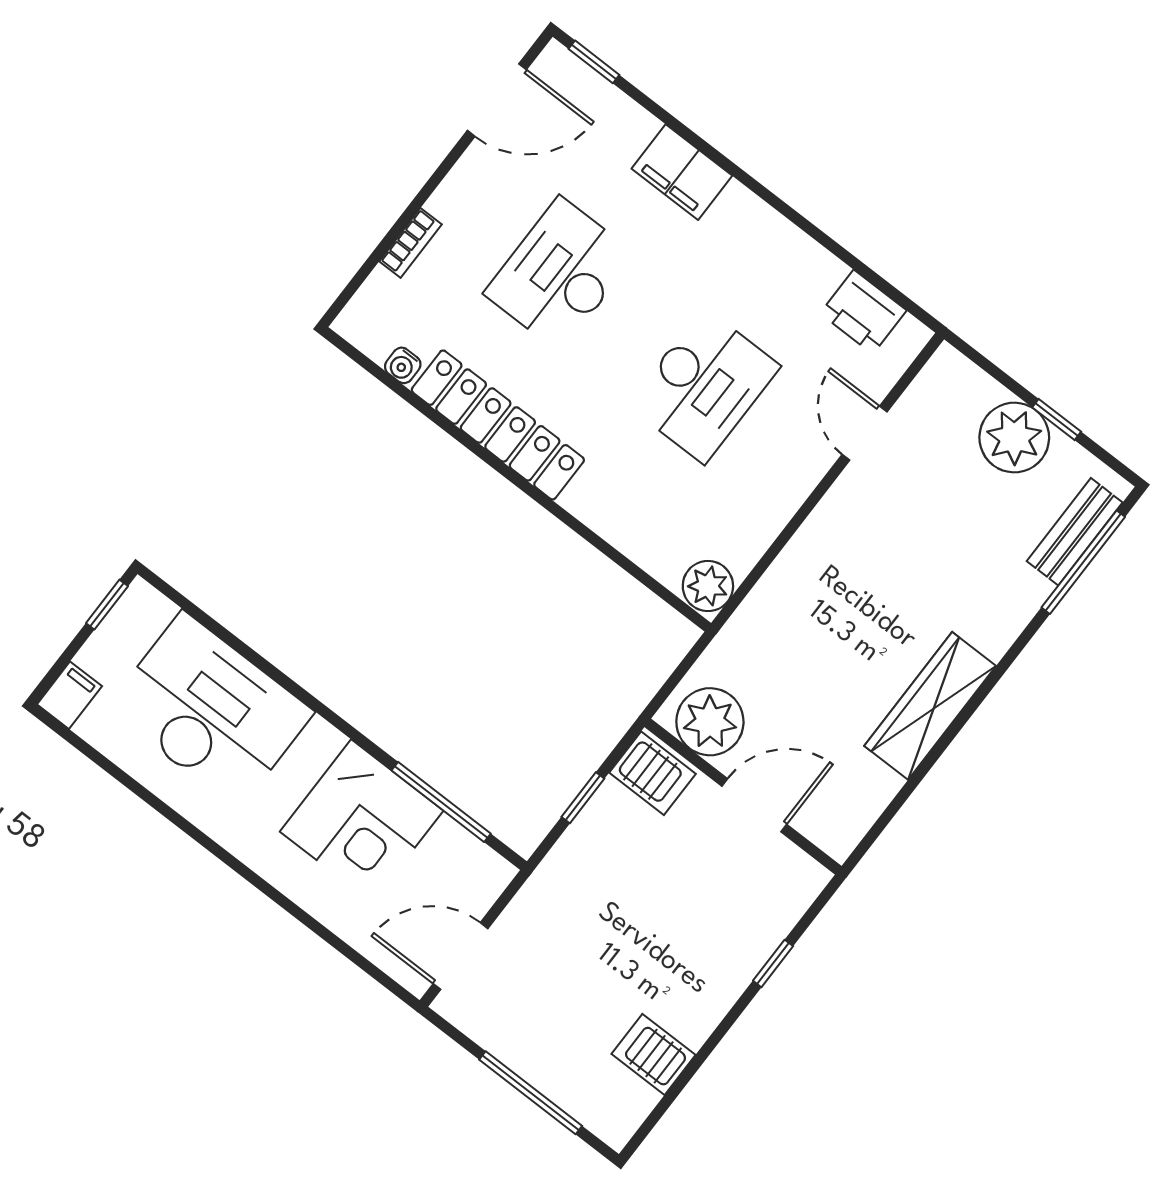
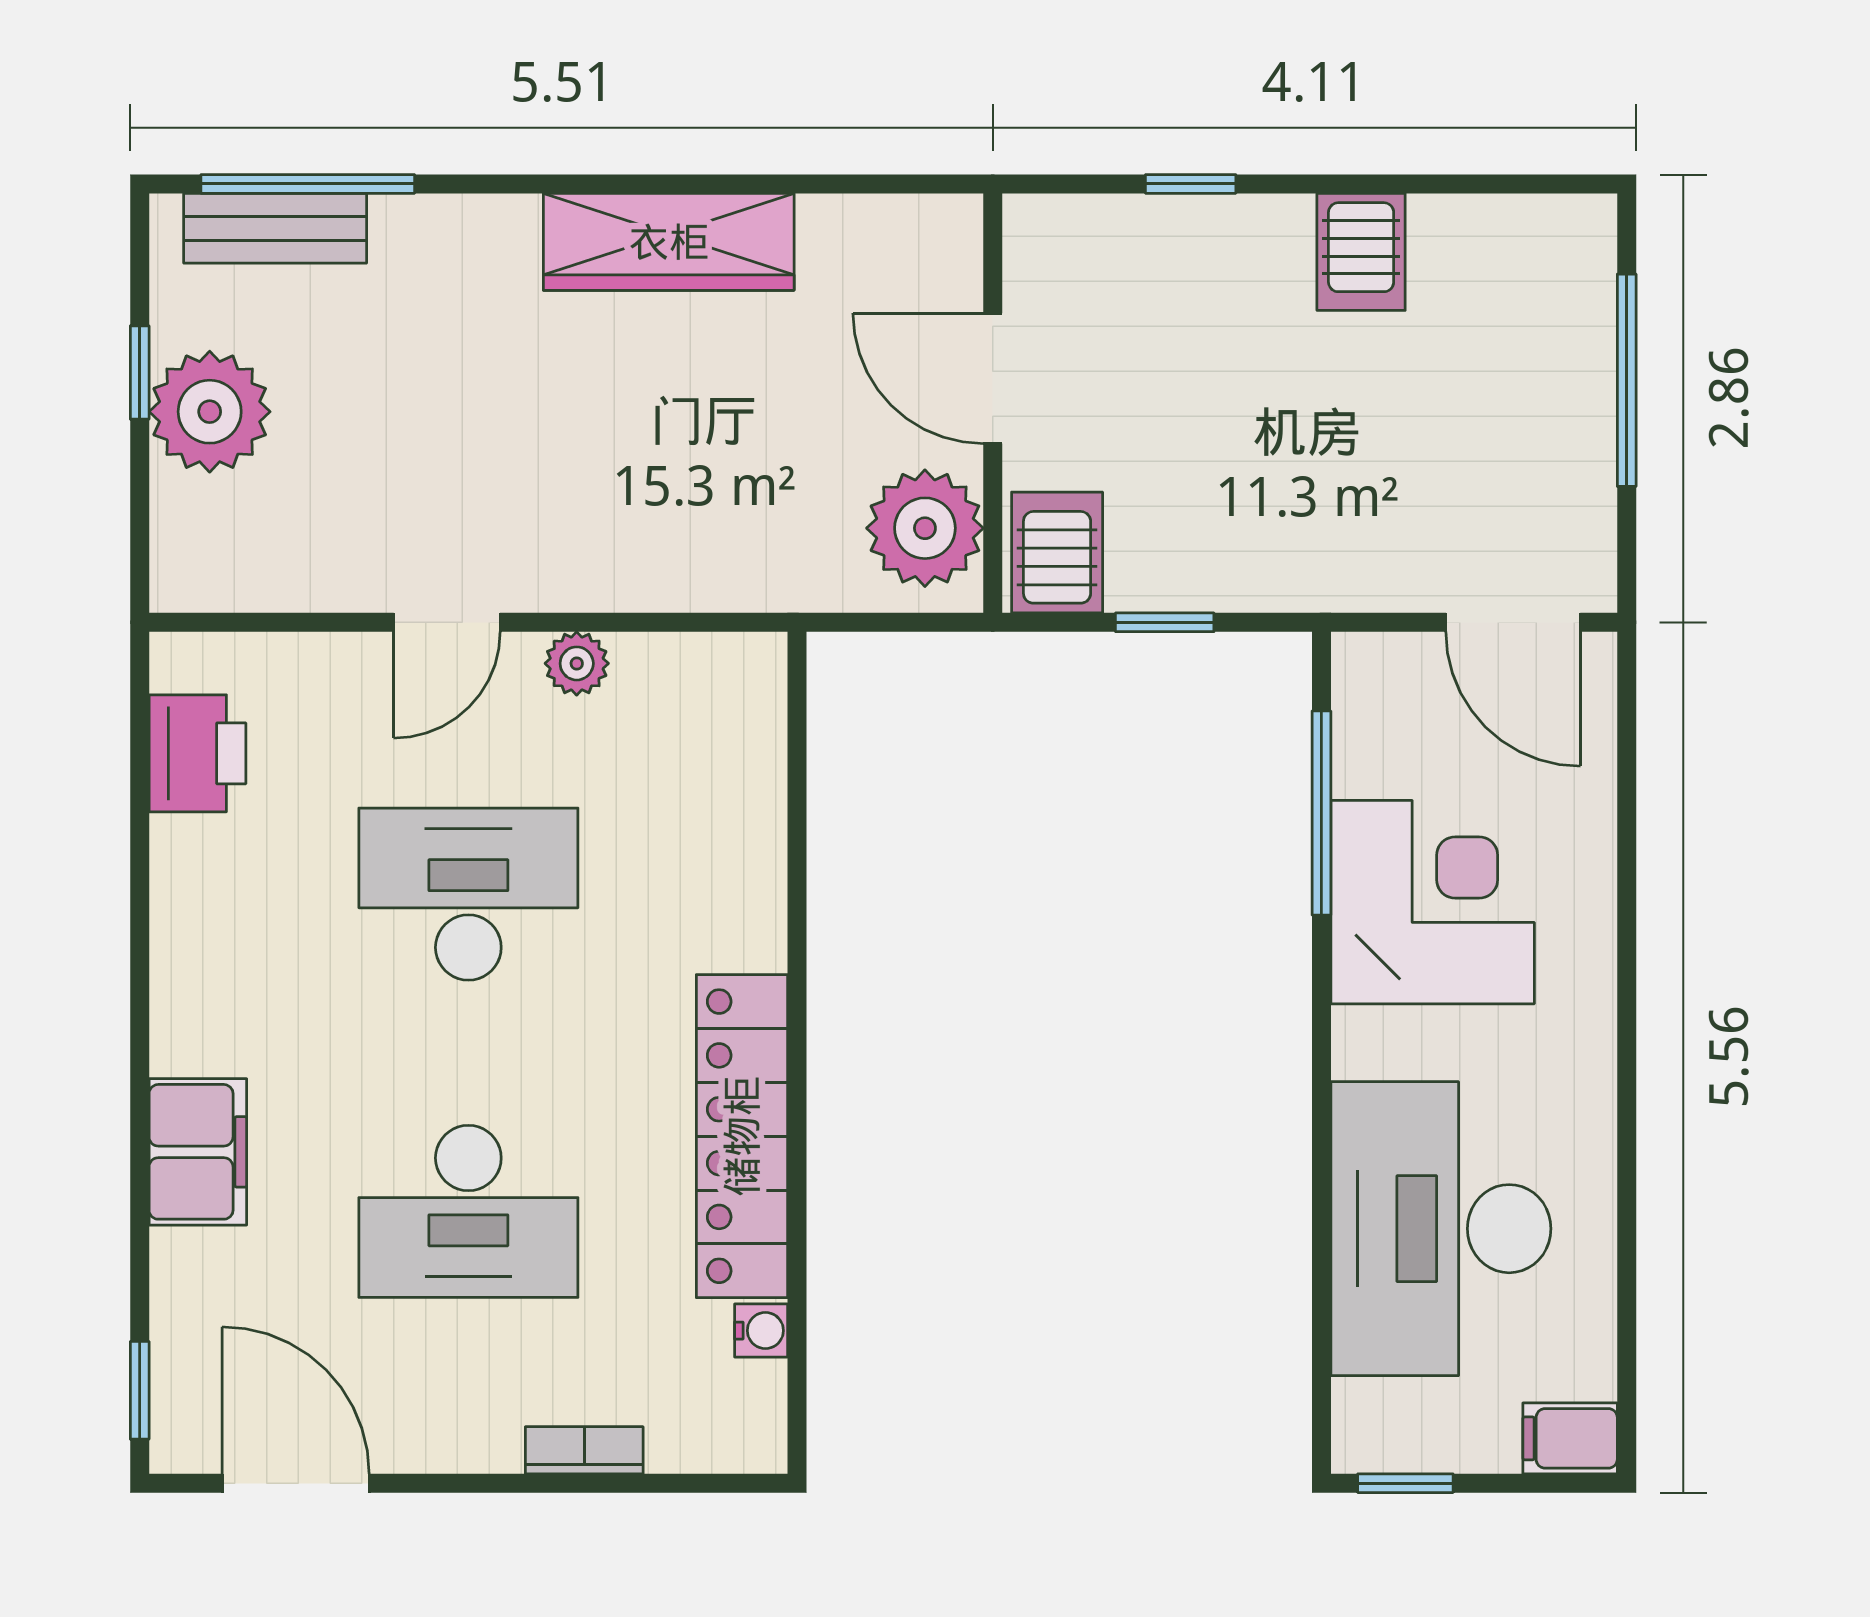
door: (865, 433) -> (447, 622), moved
plant: (708, 586) -> (577, 663), moved, width x0.73, depth x0.73
server rack: (653, 1054) -> (1361, 252), moved

